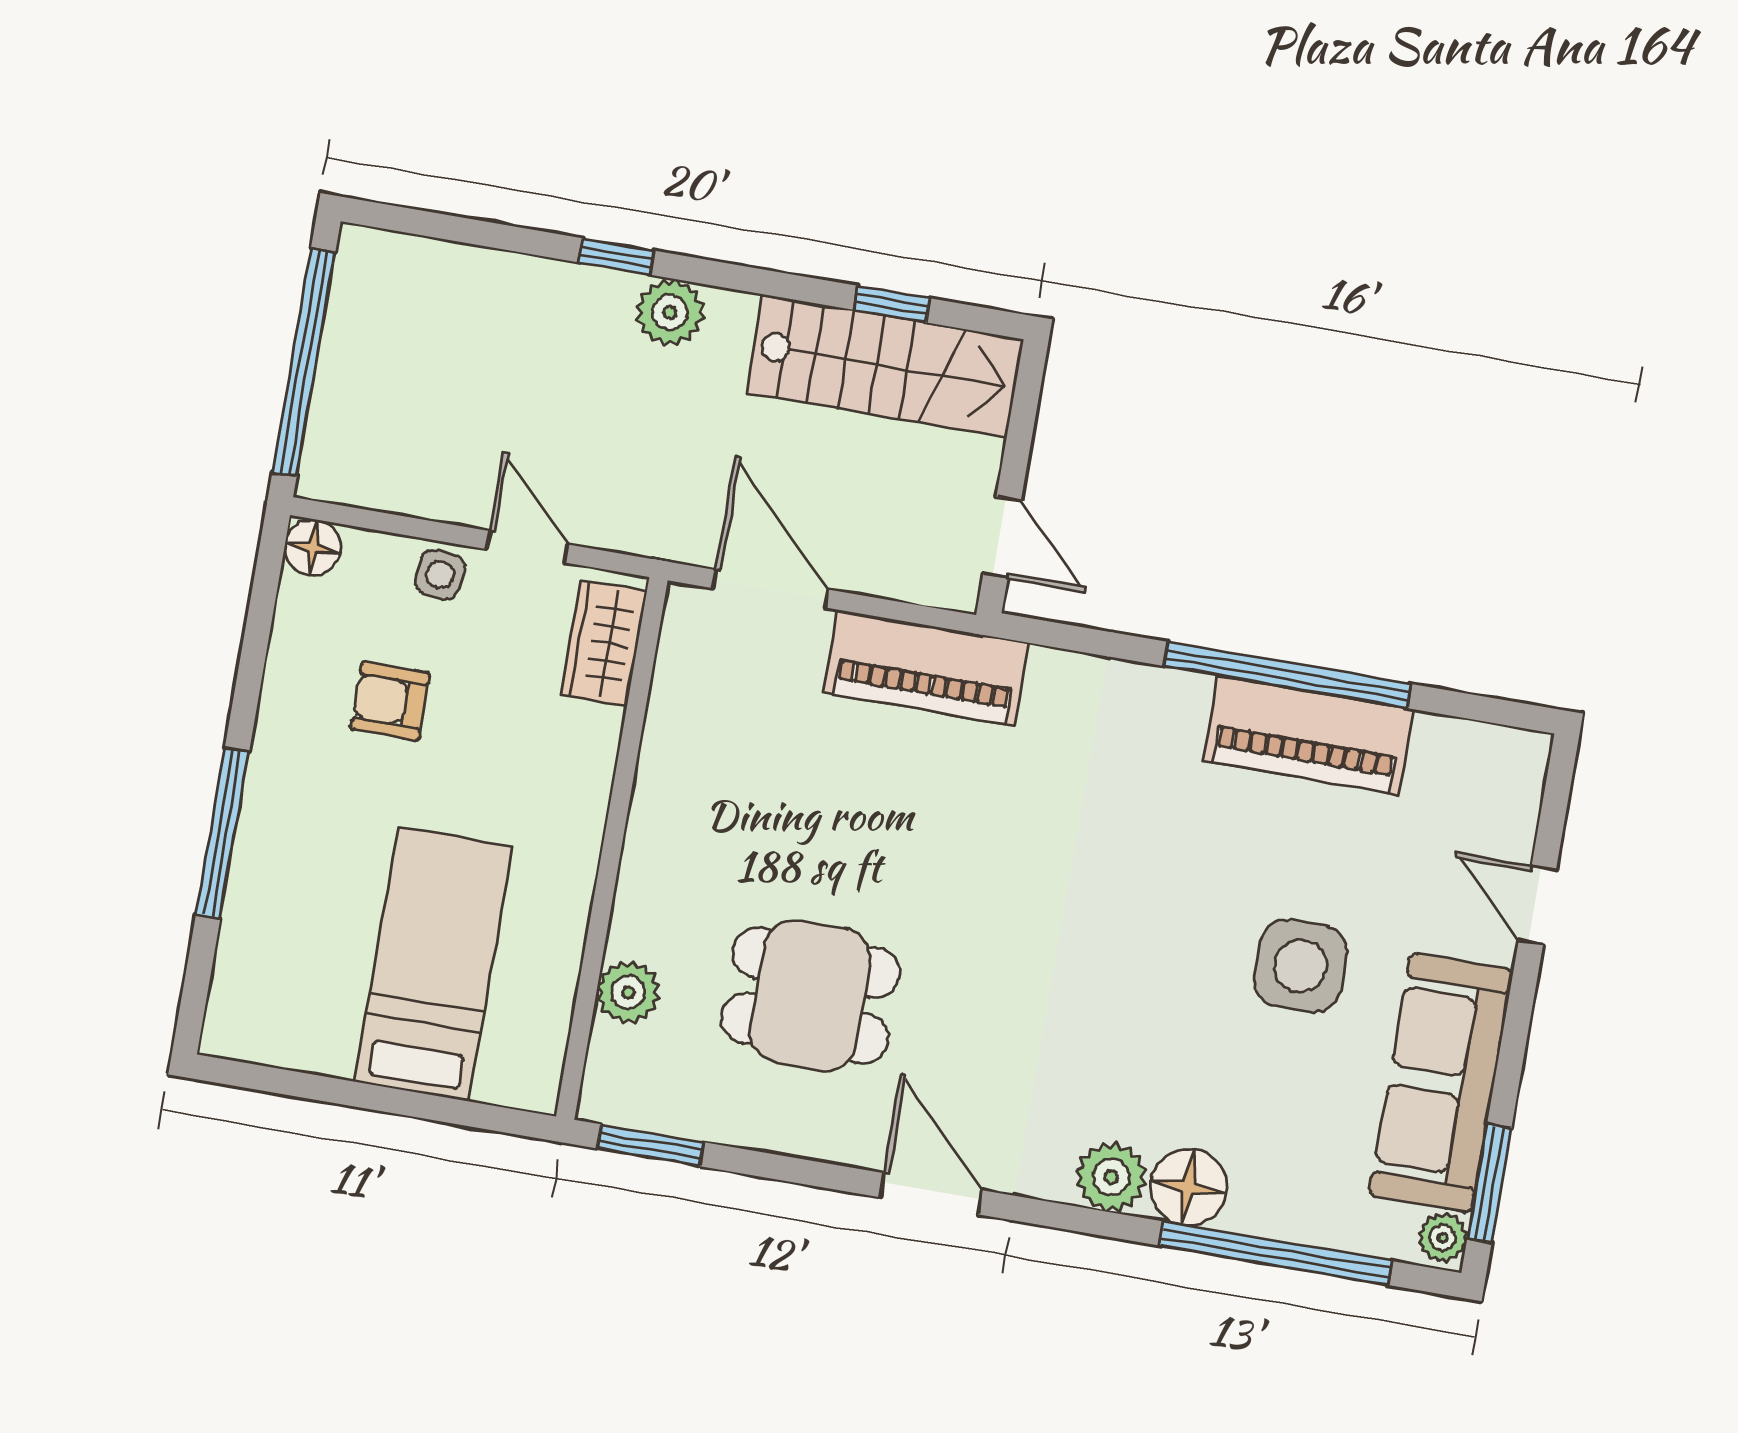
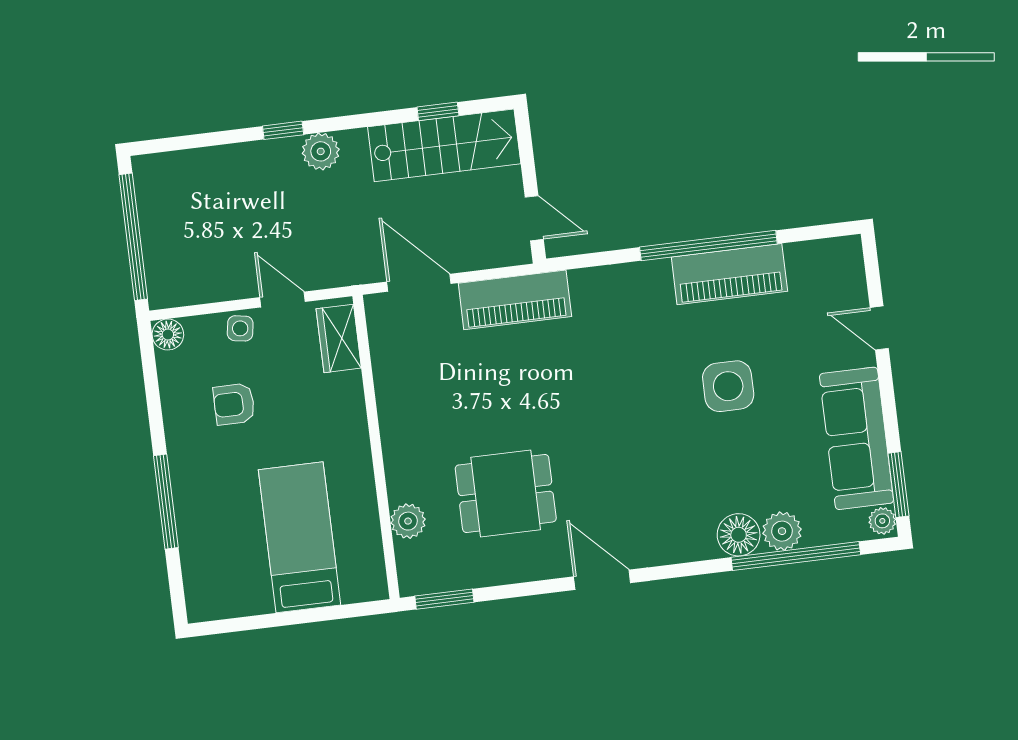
side table: (1301, 966) -> (728, 386), moved
plant: (1111, 1177) -> (782, 531), moved

